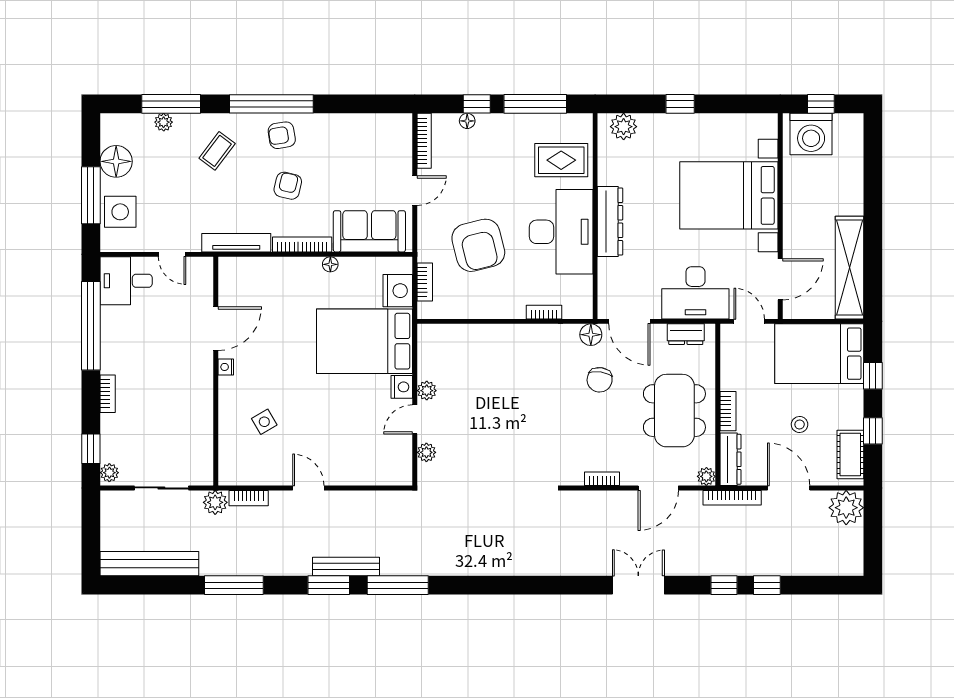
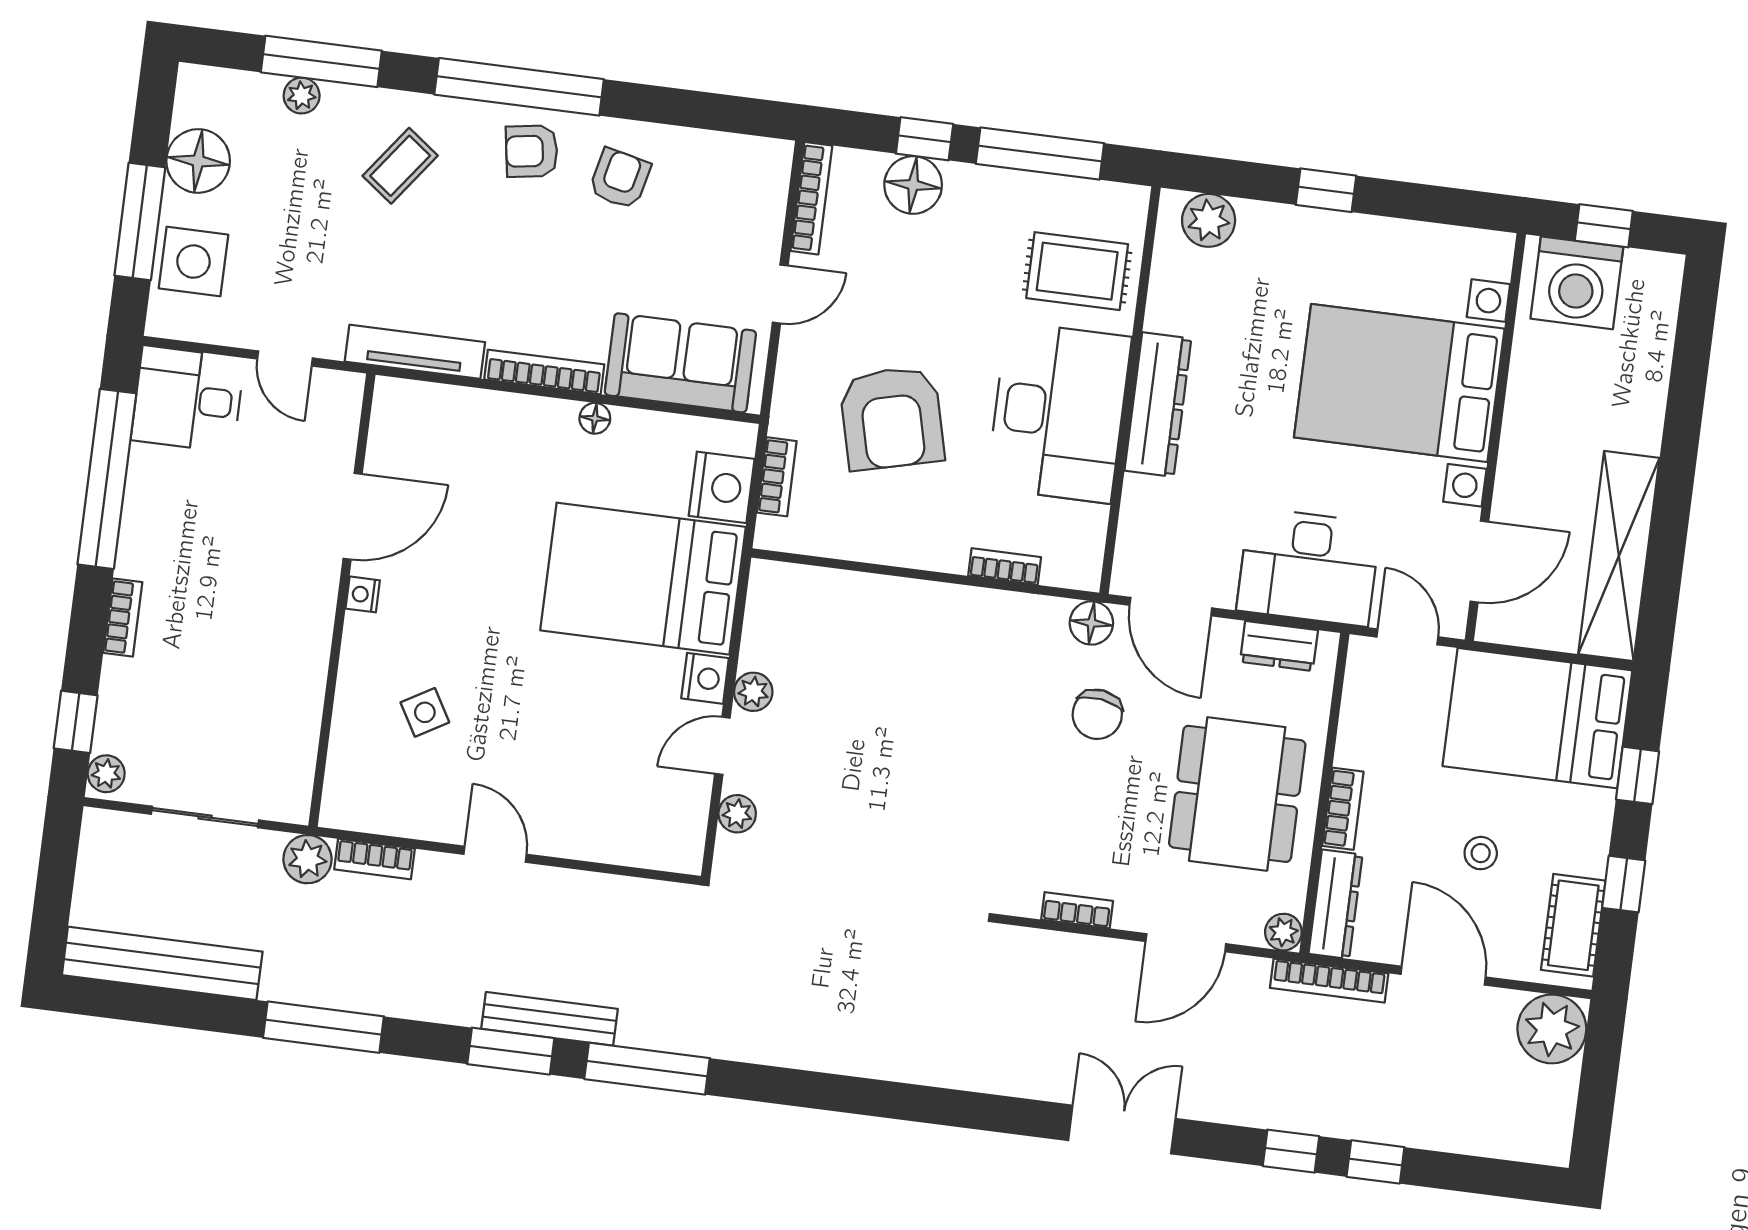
floor lamp: (467, 121) -> (913, 185), width x1.89, depth x1.89
armchair: (288, 186) -> (620, 179), moved

